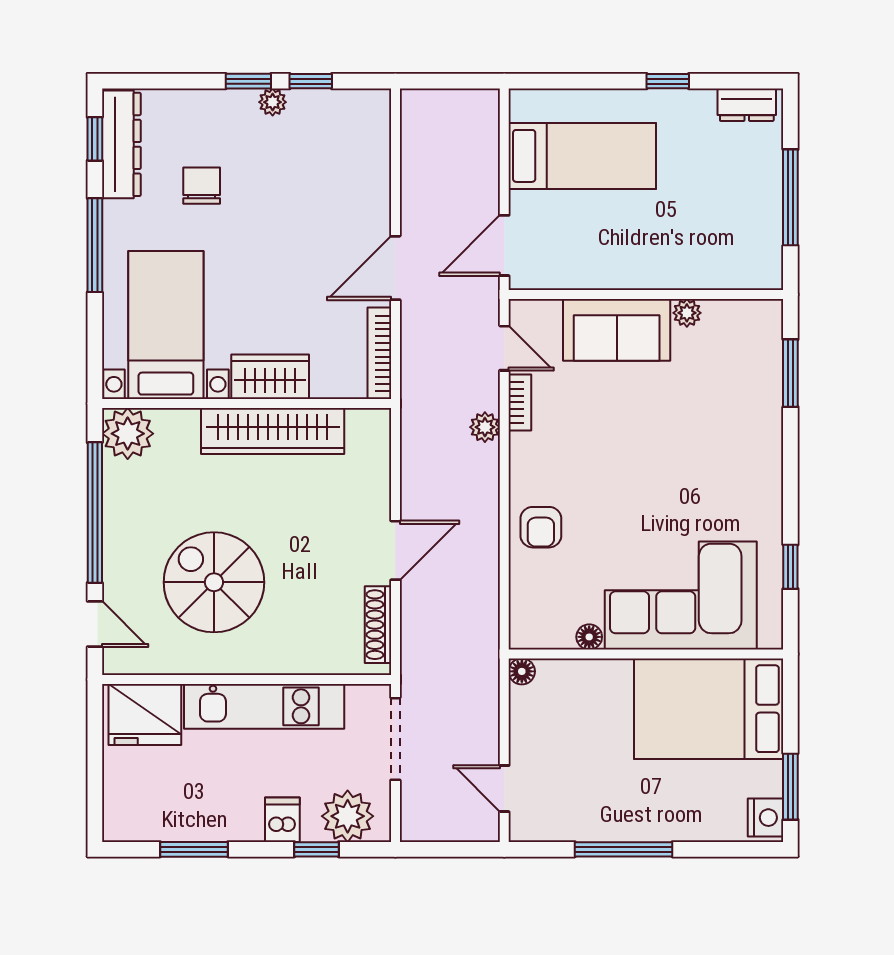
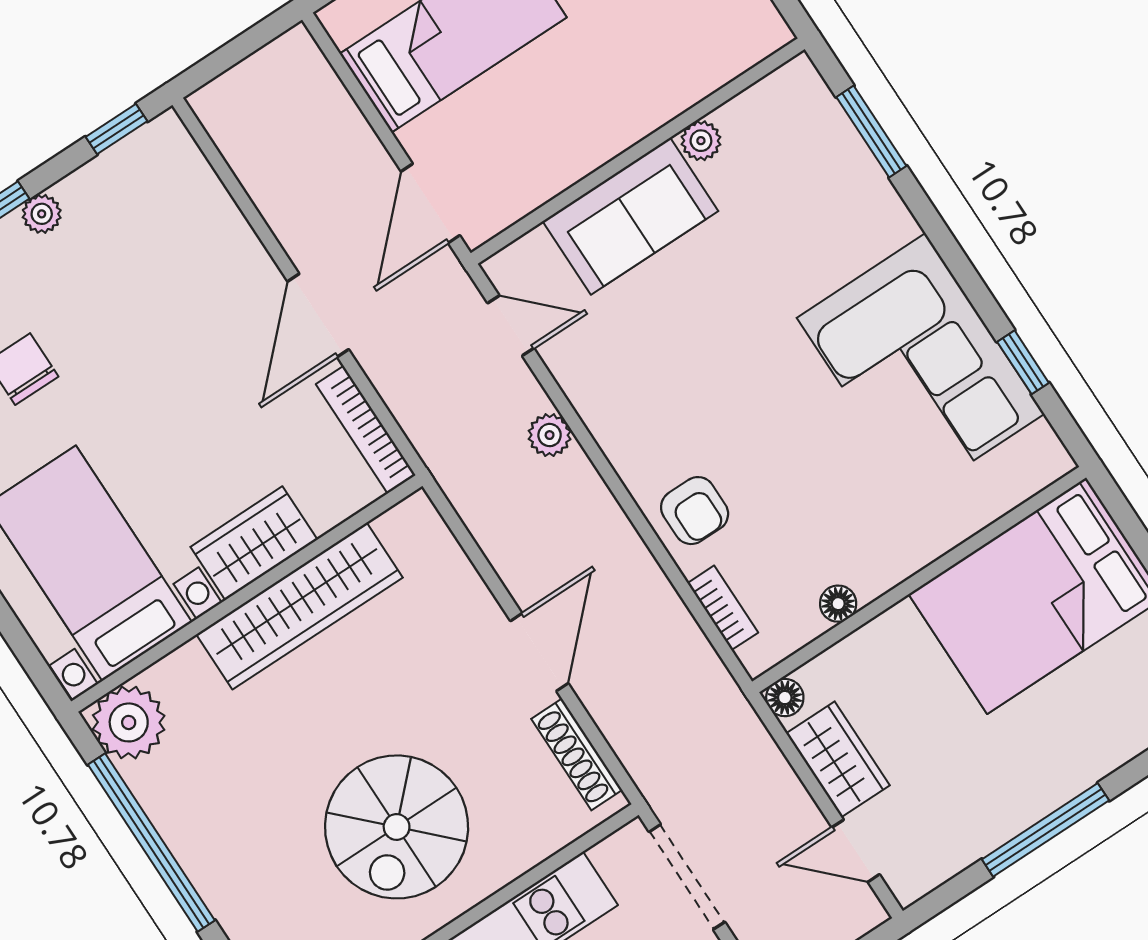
window: (311, 81) -> (117, 129), moved
bookcase: (520, 402) -> (723, 608), moved
spiral stairs: (214, 582) -> (397, 827), moved, turned -90
corner sofa: (681, 595) -> (921, 366), moved, turned -90
wardrobe: (529, 728) -> (838, 759), added

